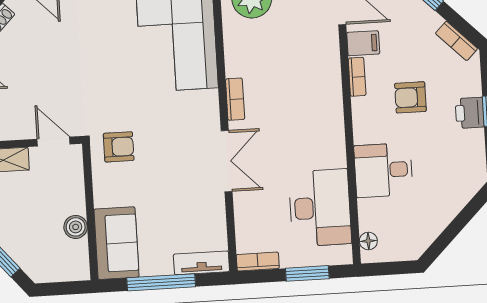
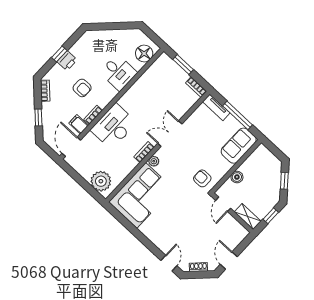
plant: (209, 101) -> (154, 161), added
desk: (320, 208) -> (114, 126), moved
boiler: (76, 227) -> (237, 177), moved
floor lamp: (368, 241) -> (144, 54), width x1.89, depth x1.89

